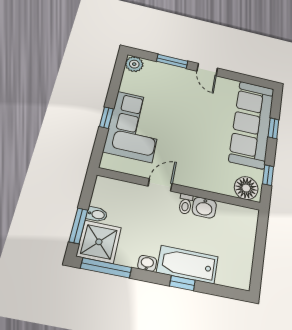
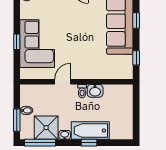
floor lamp: (246, 188) -> (122, 71), removed
shower: (99, 242) -> (46, 128), moved

